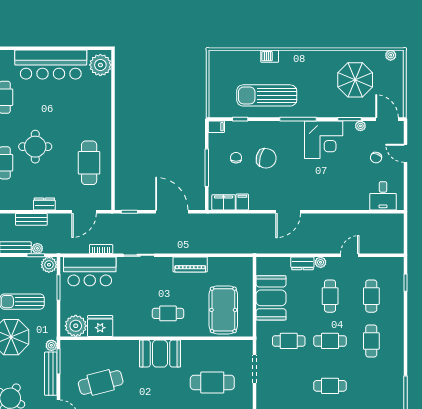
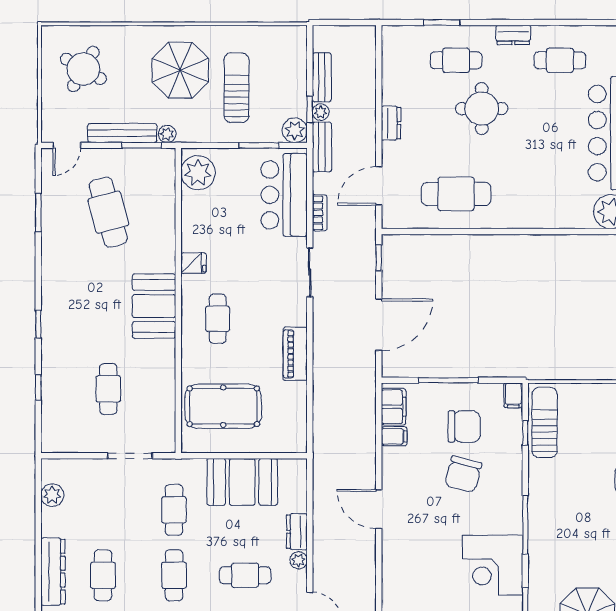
sun lounger: (267, 95) -> (545, 423), moved, width x0.73, depth x0.75
chair: (236, 158) -> (464, 426), width x1.87, depth x1.87
door: (84, 212) -> (379, 186), hinge flipped
bench: (31, 219) -> (322, 147), moved
fridge: (100, 326) -> (193, 263), moved, width x0.53, depth x0.75
cafe table: (212, 382) -> (108, 389), width x0.73, depth x0.74

